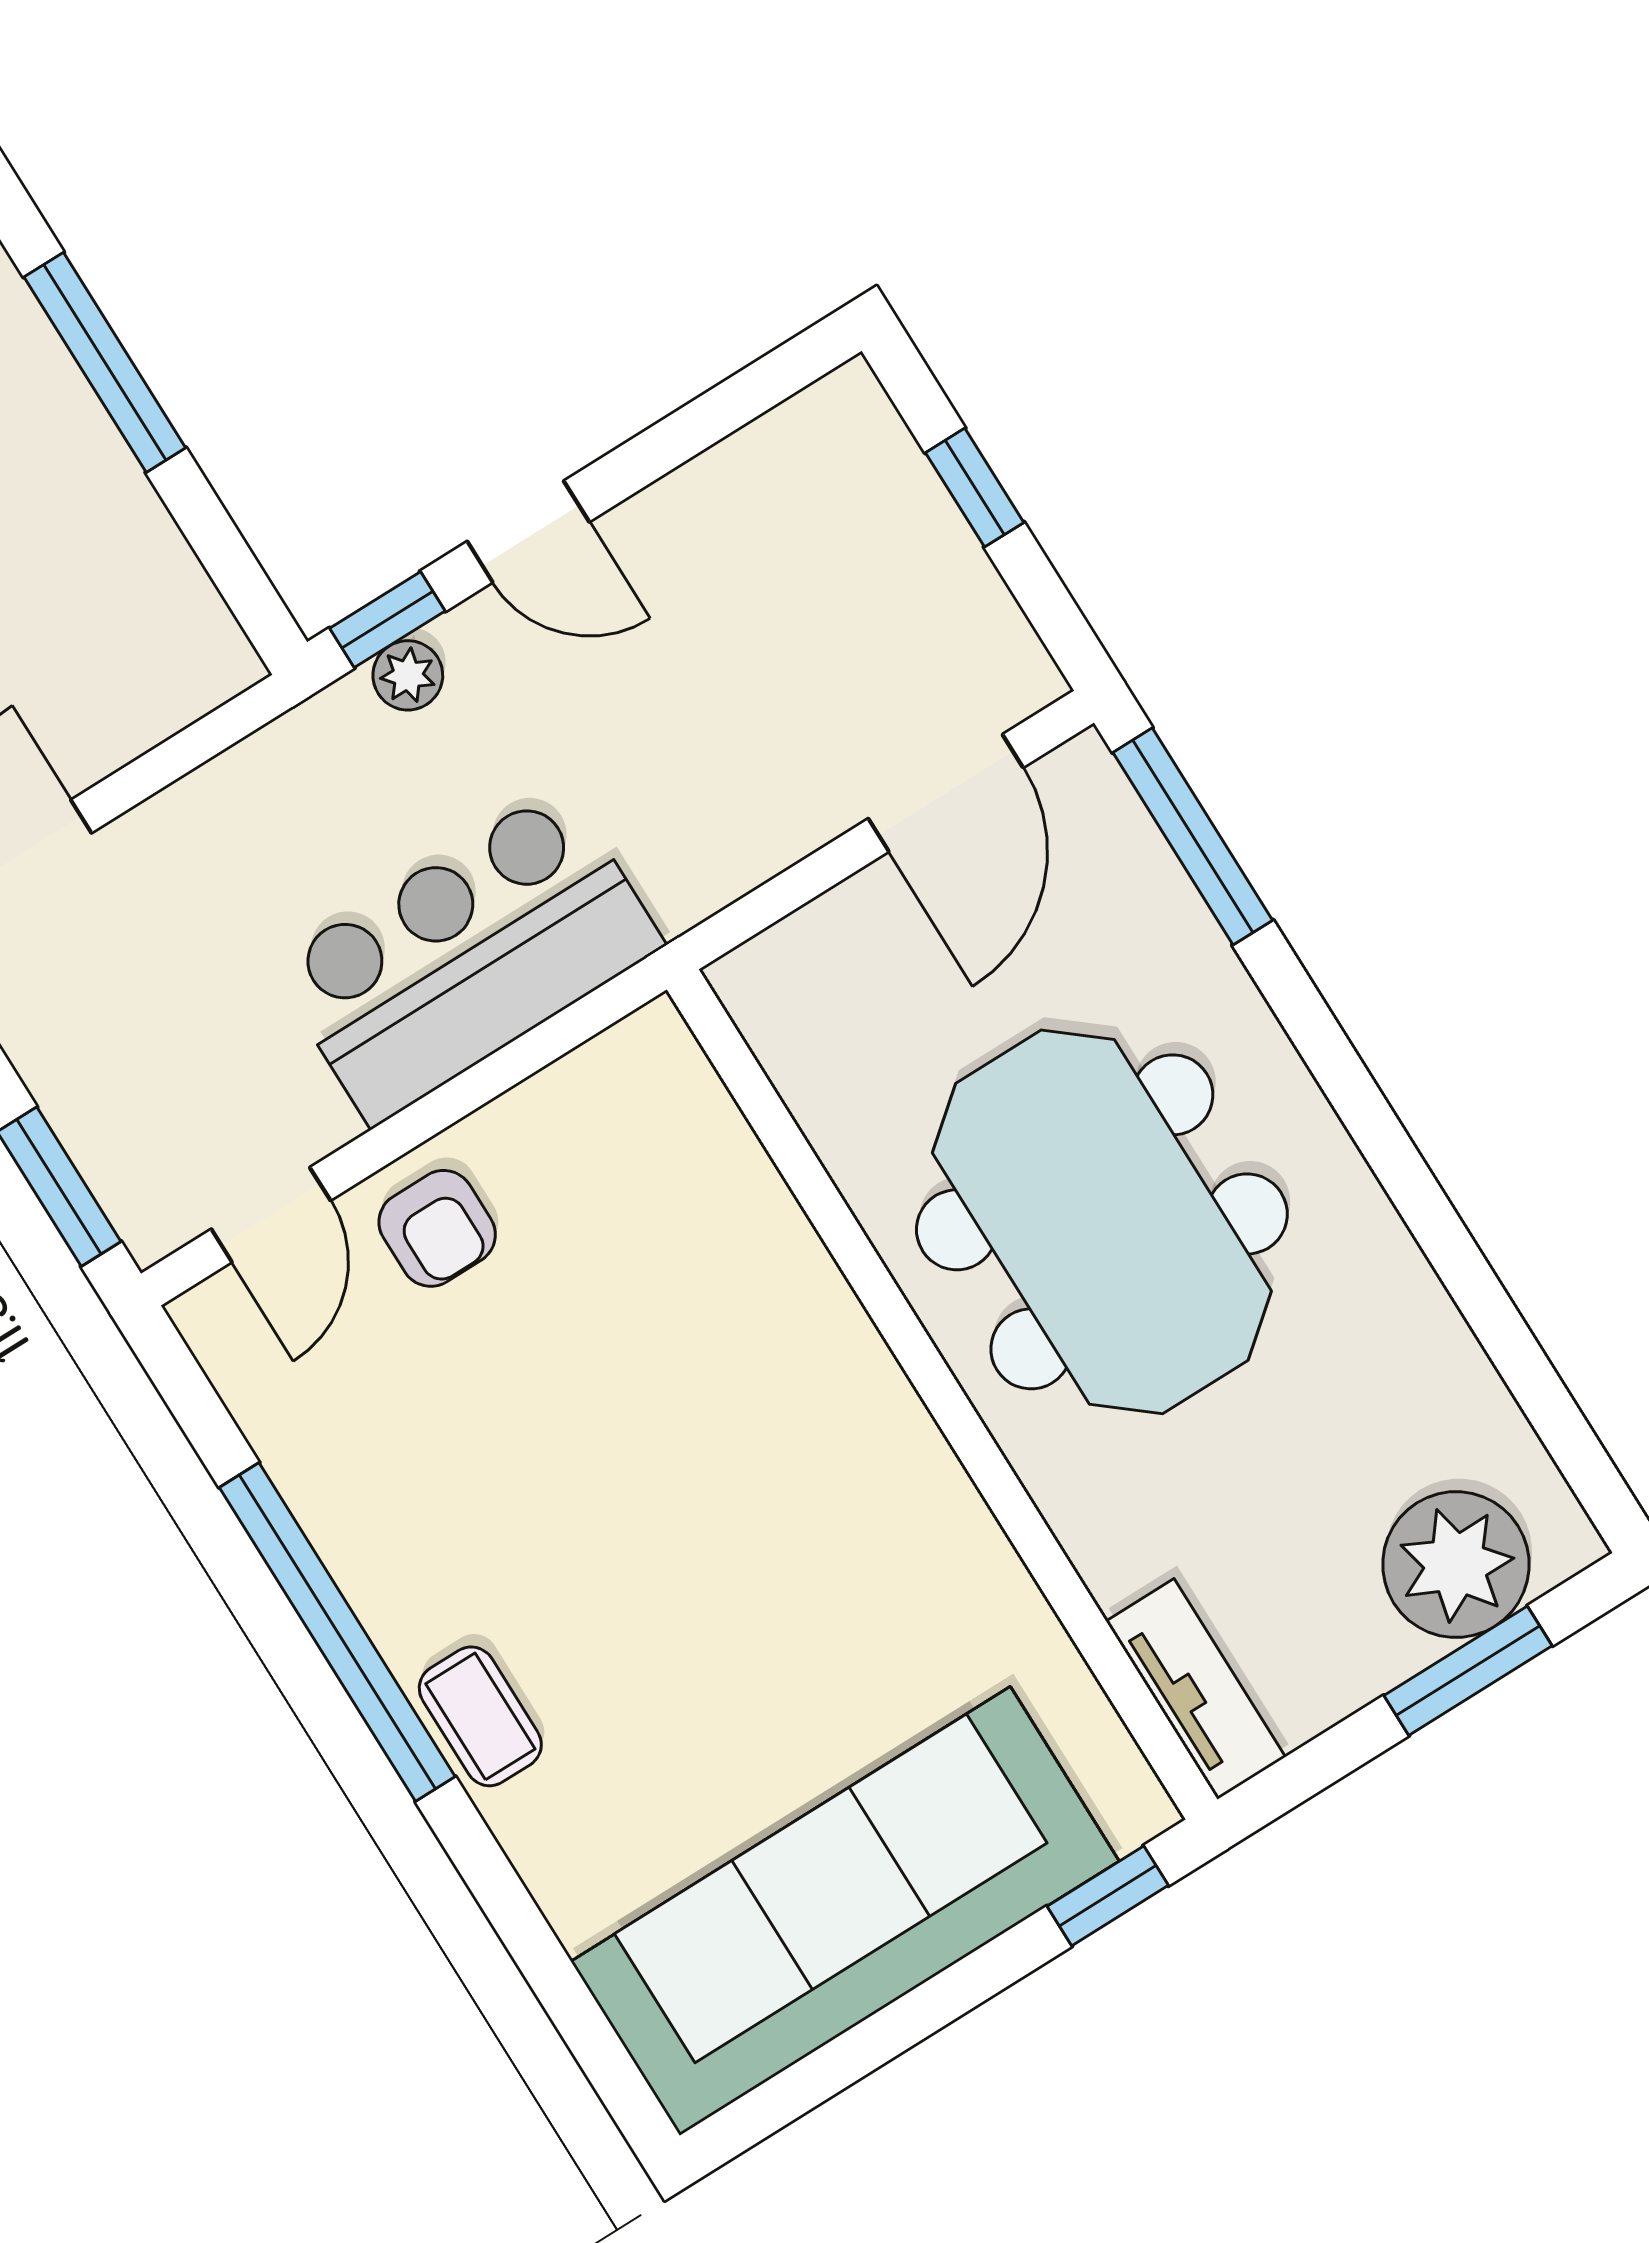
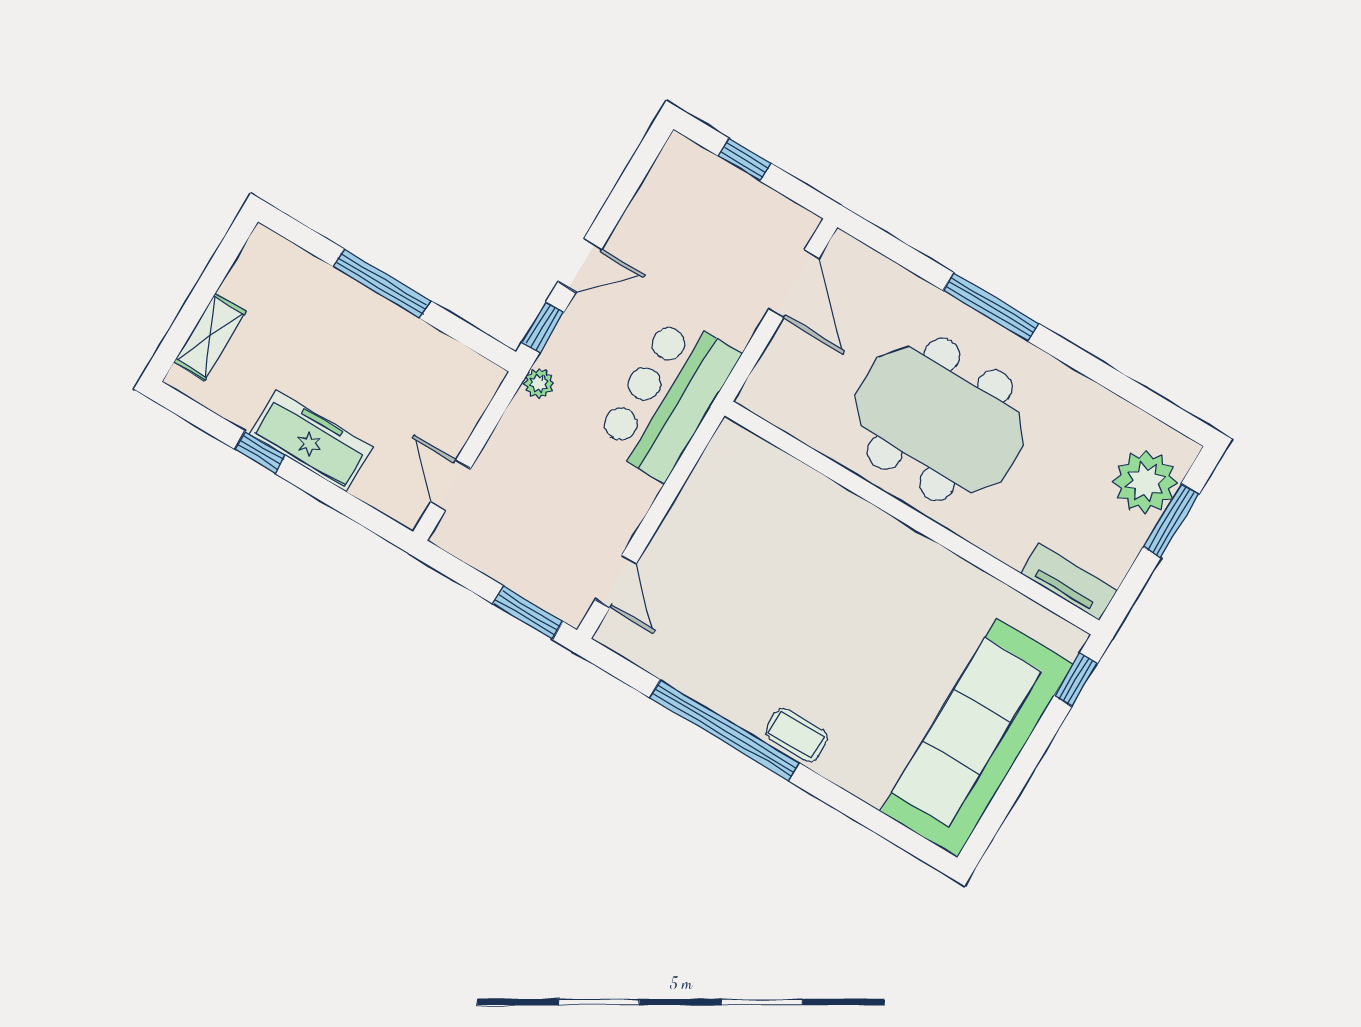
plant: (408, 675) -> (539, 383), moved
window: (1193, 836) -> (991, 307), moved
bar counter: (468, 955) -> (667, 397), moved
armchair: (437, 1228) -> (683, 554), removed

